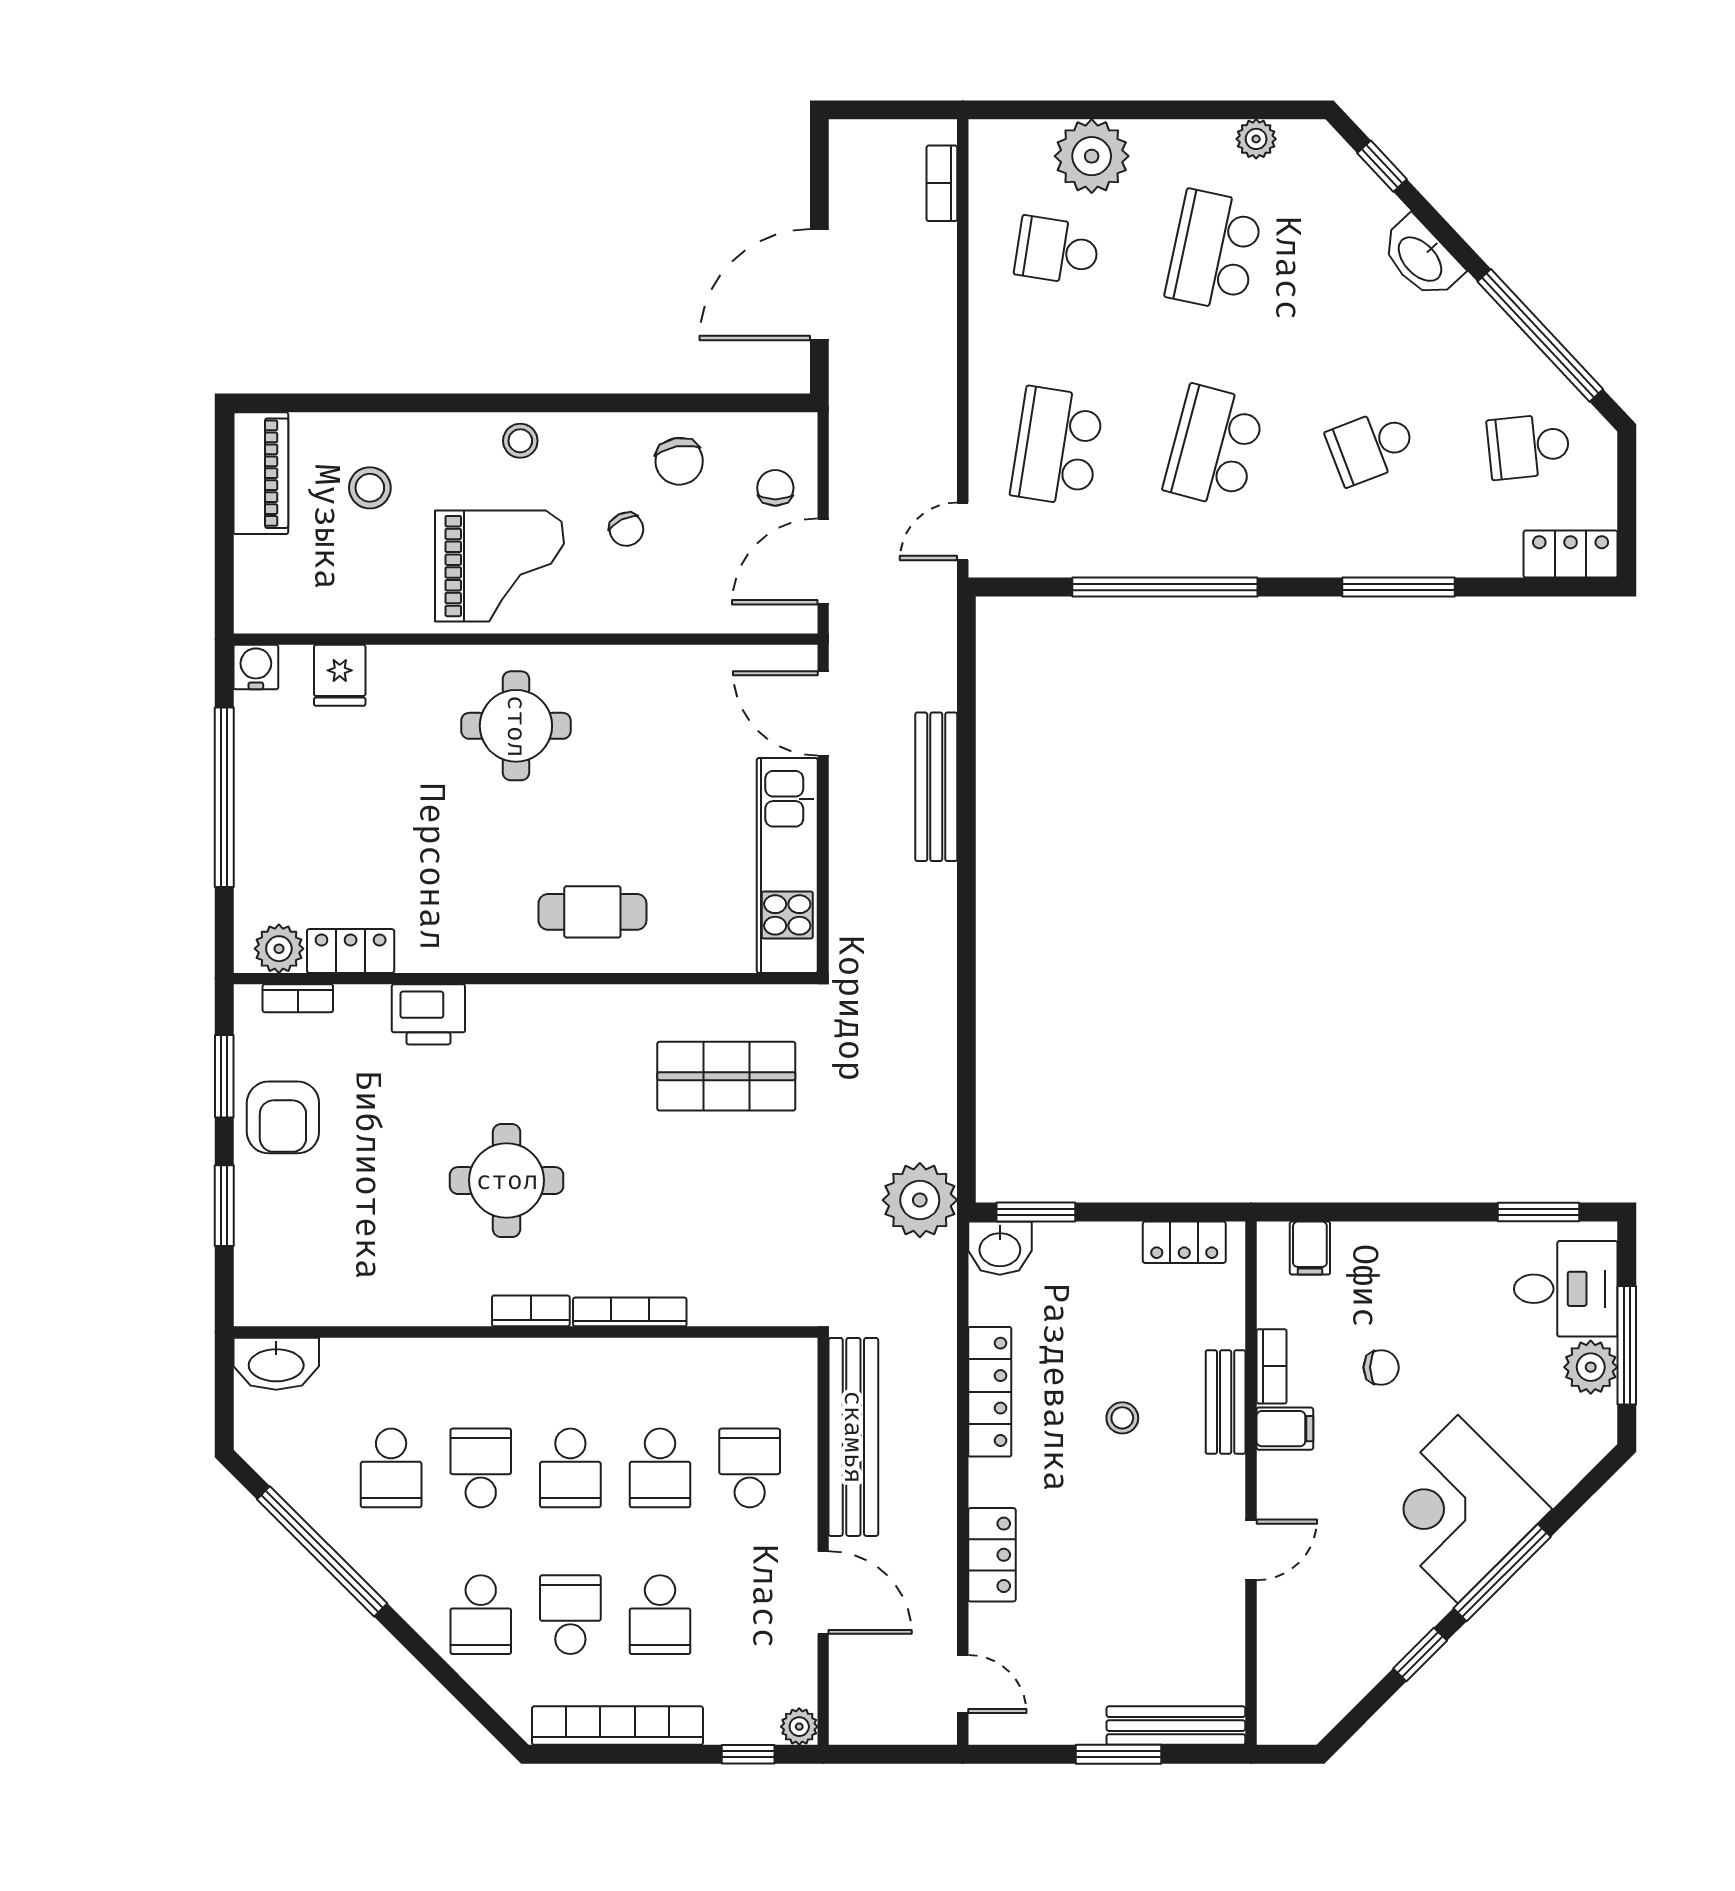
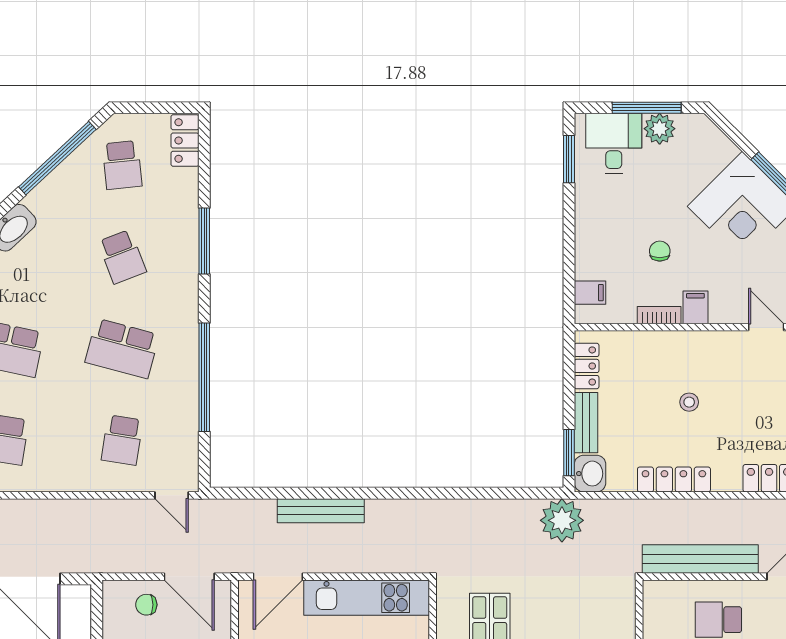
school desk: (1057, 446) -> (122, 440), width x0.54
bench: (1226, 1402) -> (586, 423), moved, turned 90

